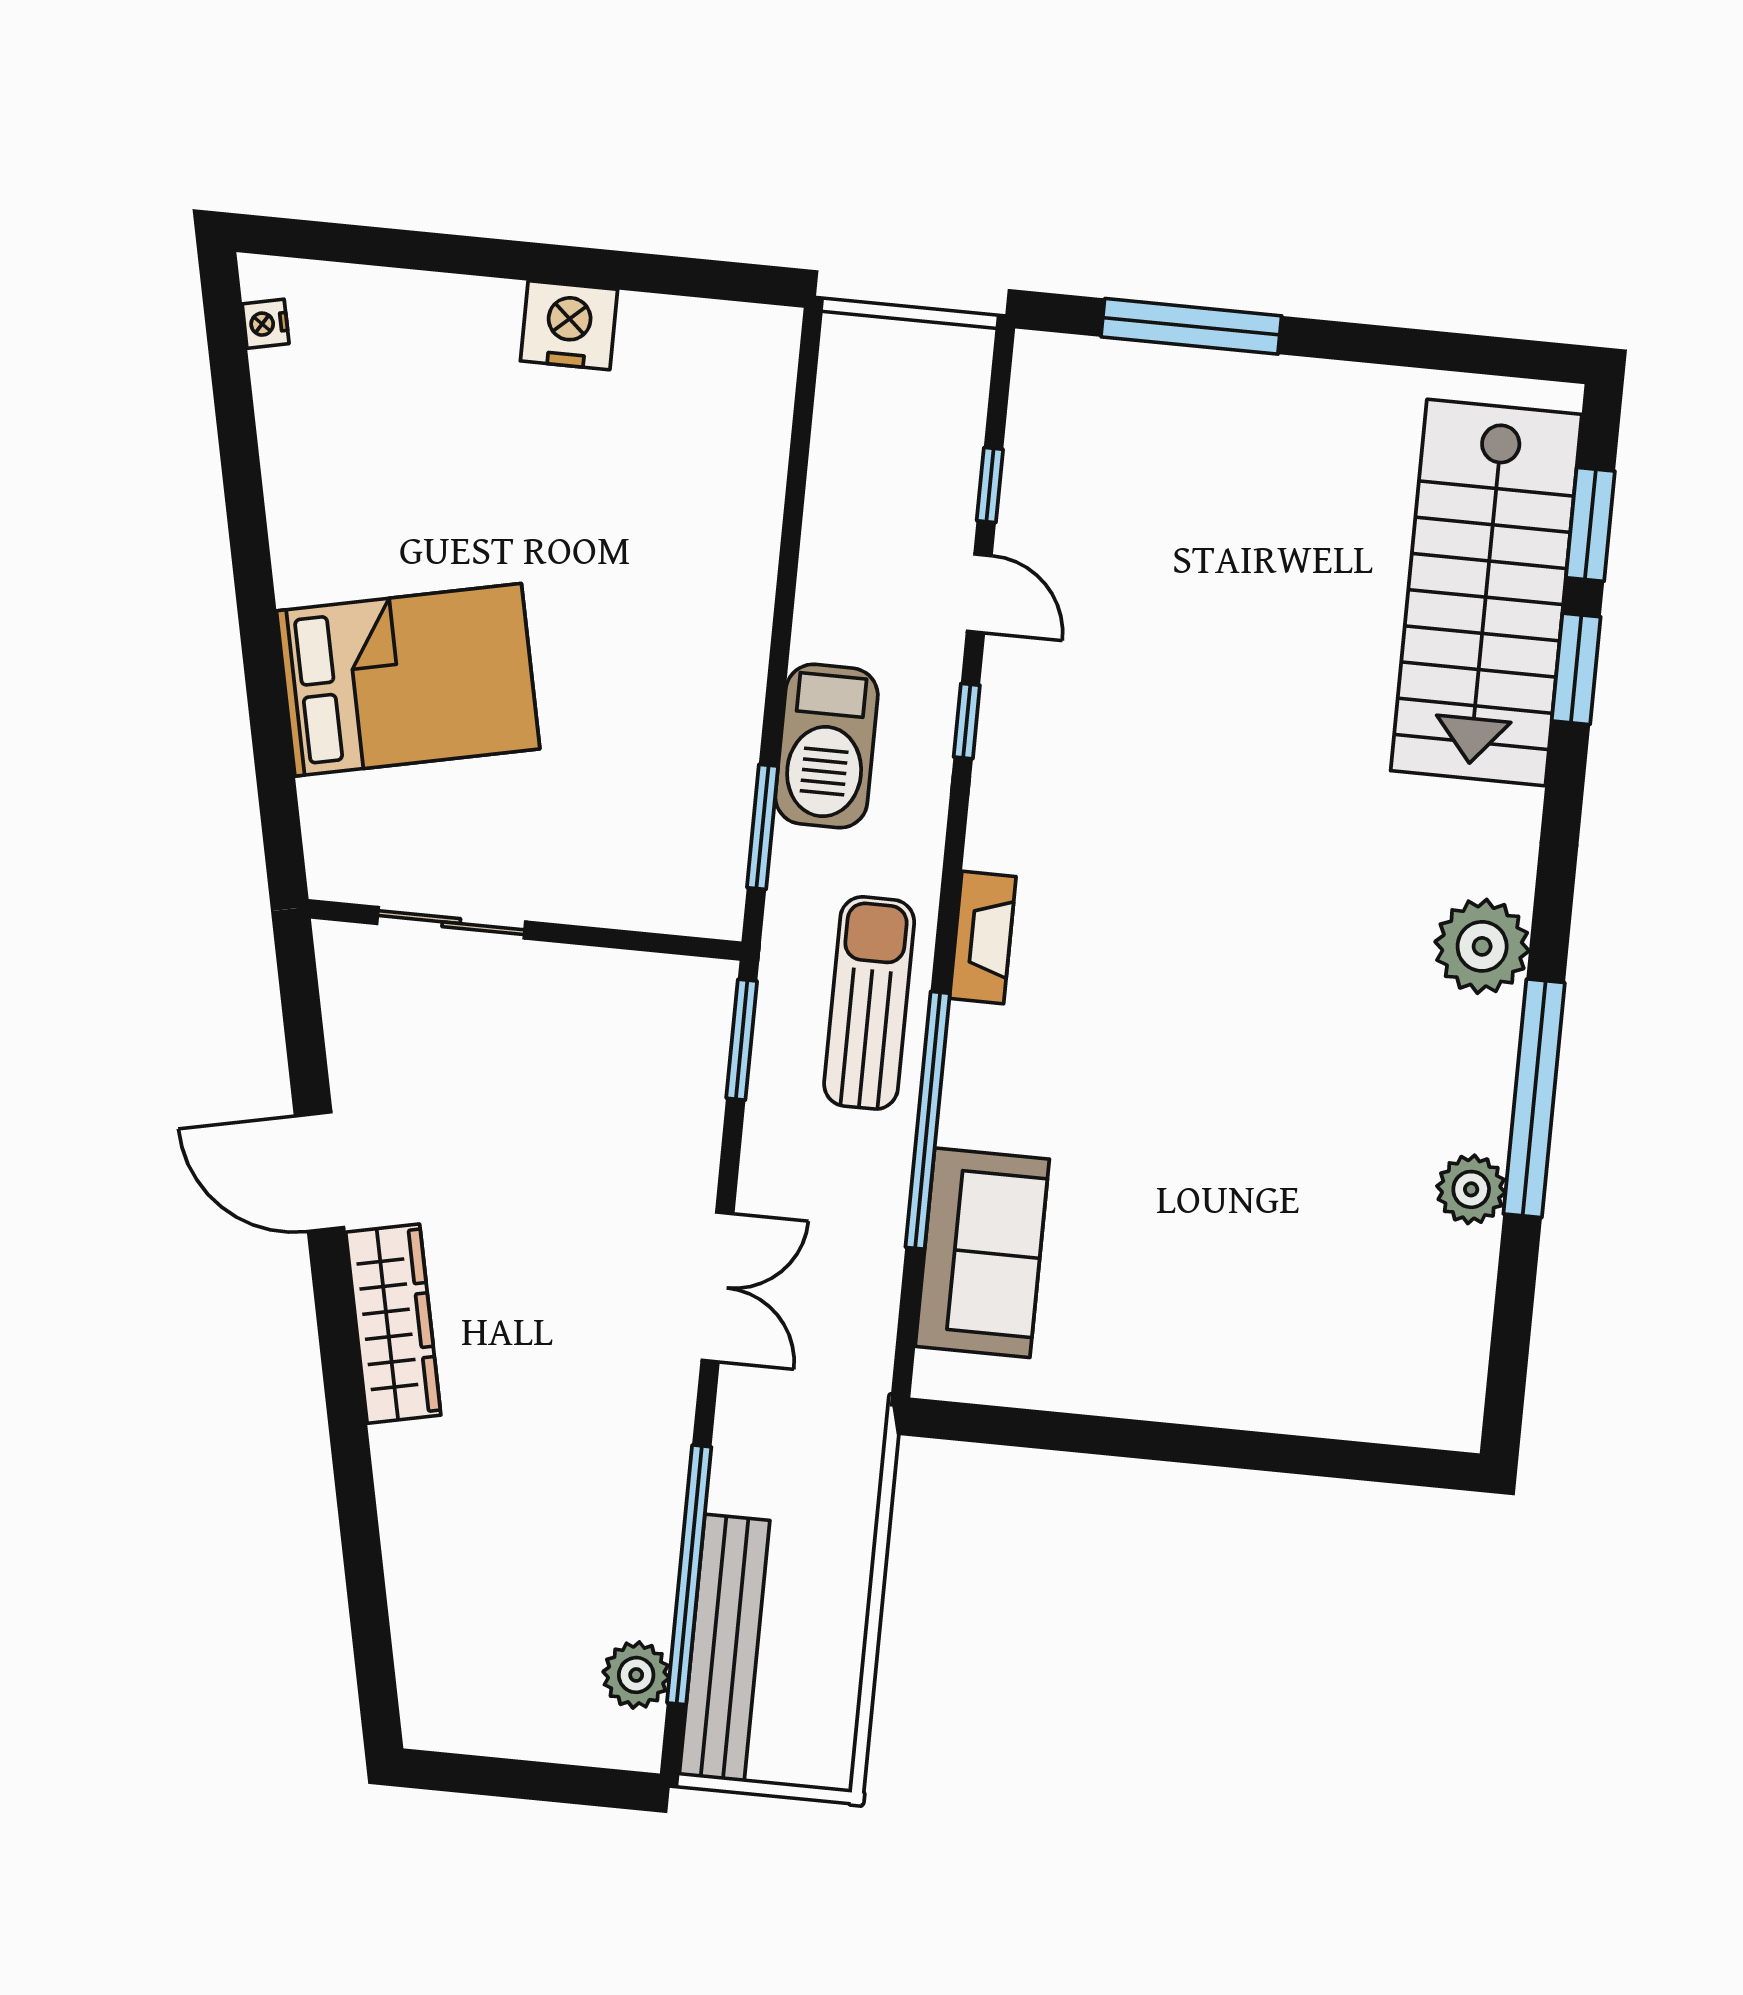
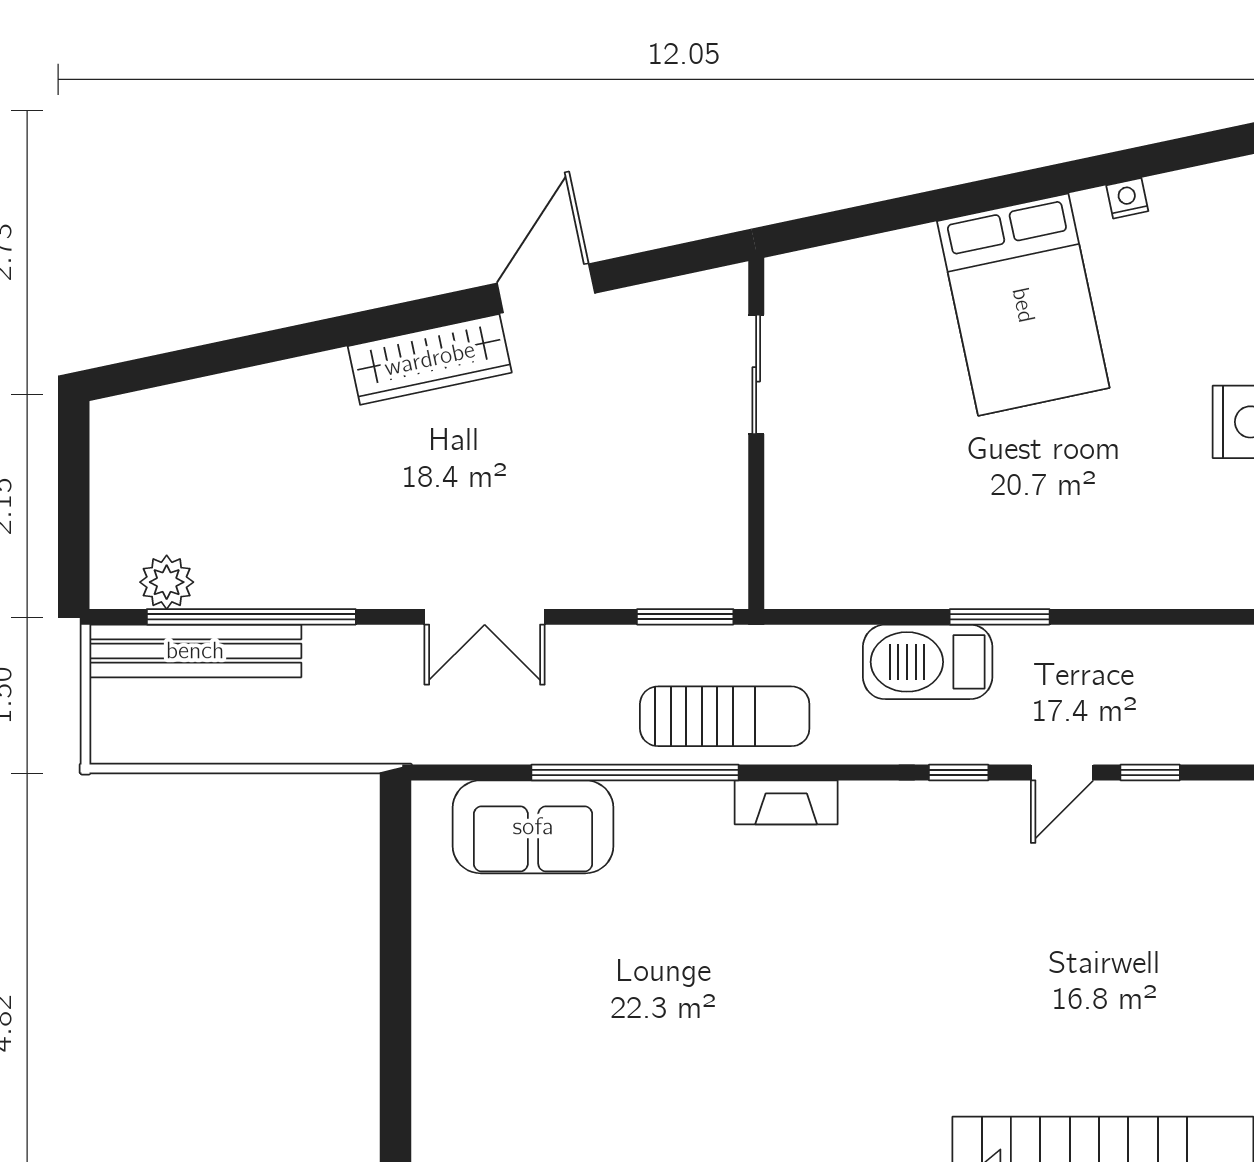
nightstand: (266, 324) -> (1127, 198), moved
bed: (408, 680) -> (1023, 305), moved
window: (763, 827) -> (1000, 617), moved

